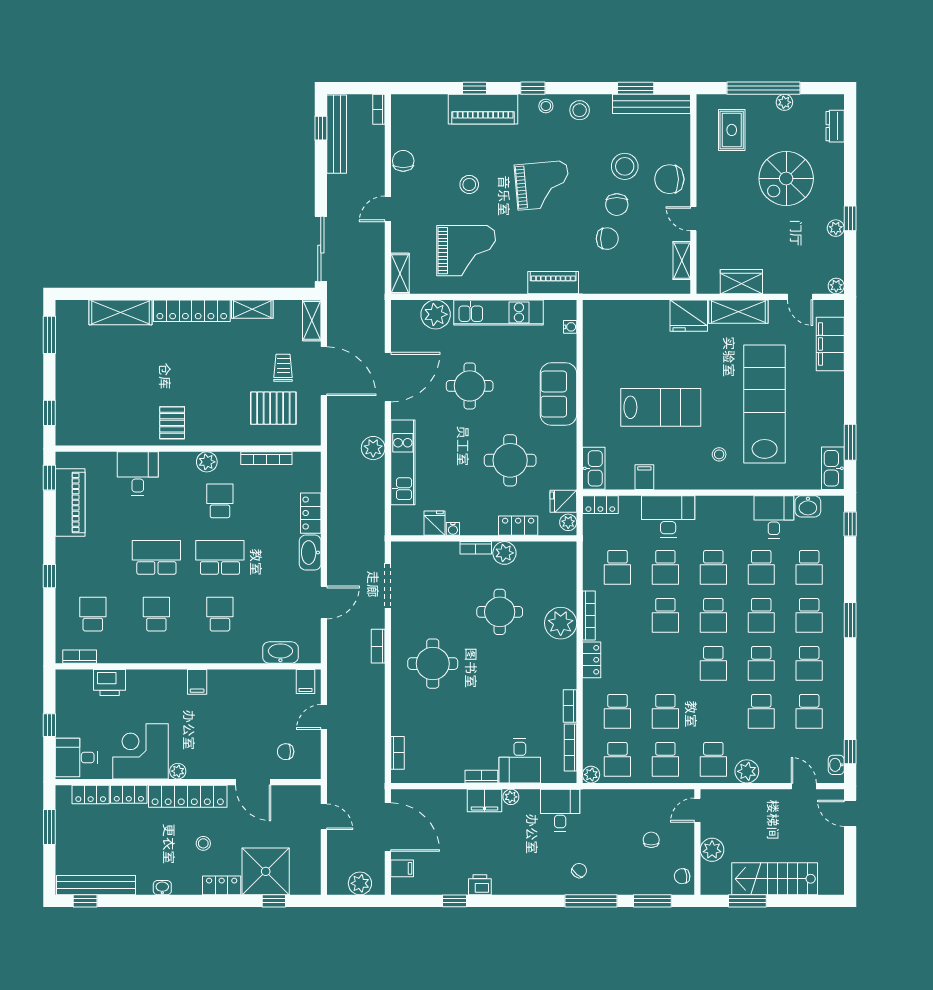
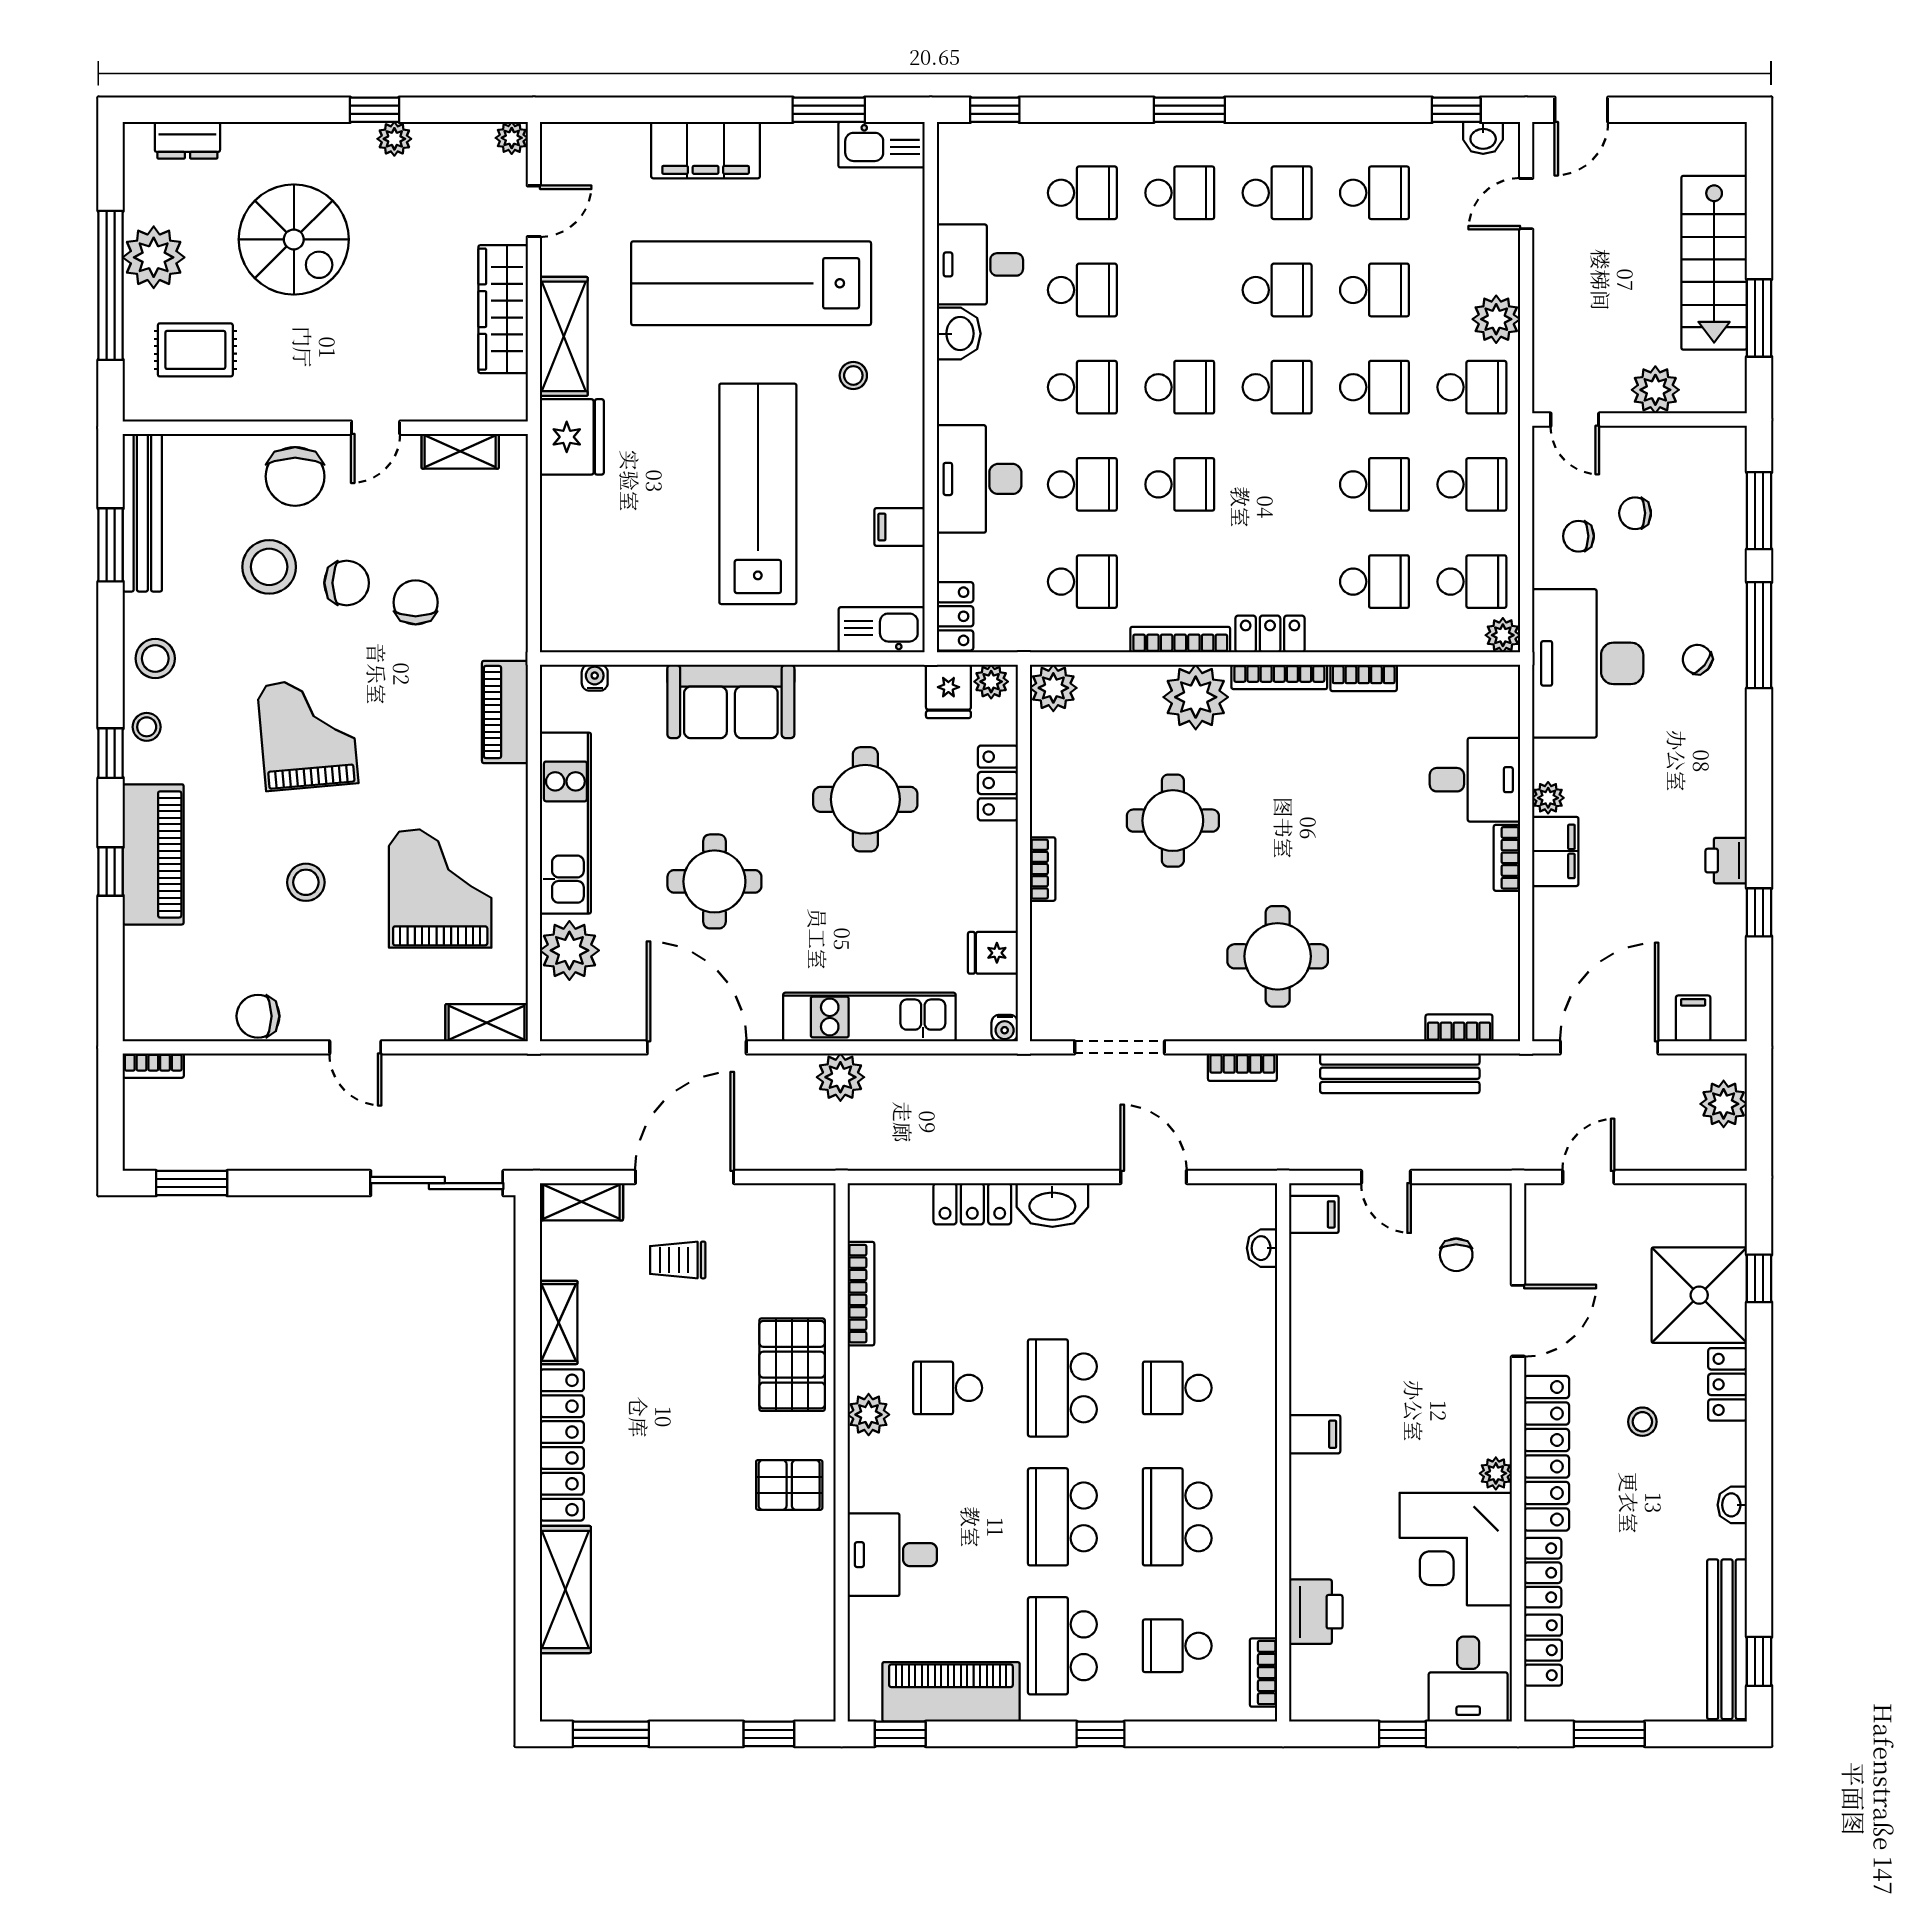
plant: (784, 102) -> (154, 257), width x1.87, depth x1.87
window: (321, 128) -> (192, 1183), width x1.50
bench: (337, 134) -> (1400, 1073), moved
wardrobe: (741, 282) -> (503, 309), width x1.50
filing cabinet: (830, 344) -> (706, 150), moved
lab bench: (661, 407) -> (758, 494), width x1.36
pallet: (273, 408) -> (792, 1365), moved
washbasin: (808, 506) -> (959, 334), moved
water cooler: (453, 529) -> (1005, 1028), moved, turned 90
plant: (504, 553) -> (1053, 688), moved
school desk: (93, 557) -> (1062, 1646), added
school desk: (156, 614) -> (1177, 1517), width x1.85
school desk: (761, 615) -> (1375, 387), moved
washbasin: (280, 653) -> (1262, 1248), width x0.52, depth x0.69
bookcase: (570, 748) -> (1279, 677), moved
desk: (560, 810) -> (1588, 663), width x1.87, depth x1.30
chair: (682, 876) -> (1579, 536), moved, turned 97

